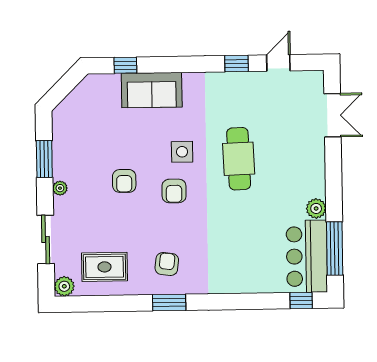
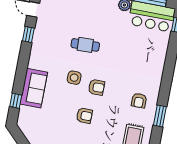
cafe table: (239, 159) -> (85, 45), width x0.73, depth x0.74
armchair: (167, 264) -> (139, 101), turned -97
window: (169, 303) -> (160, 116), moved

